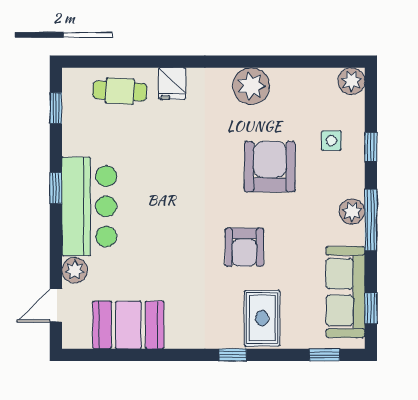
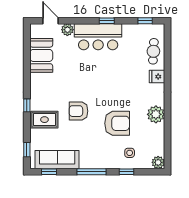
plant: (352, 211) -> (96, 163), removed

